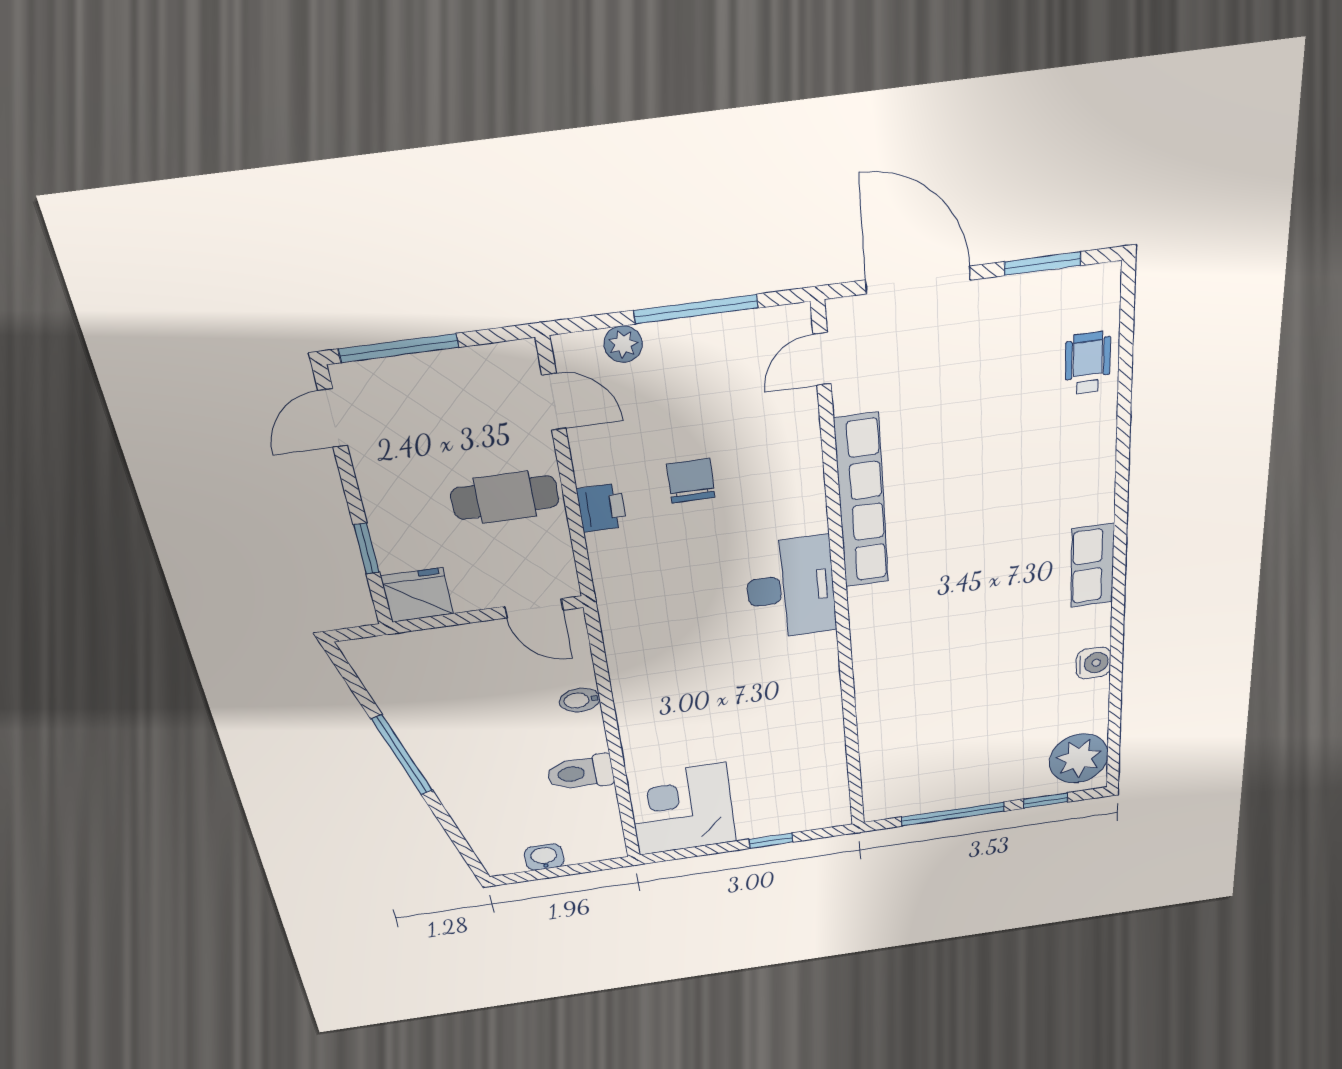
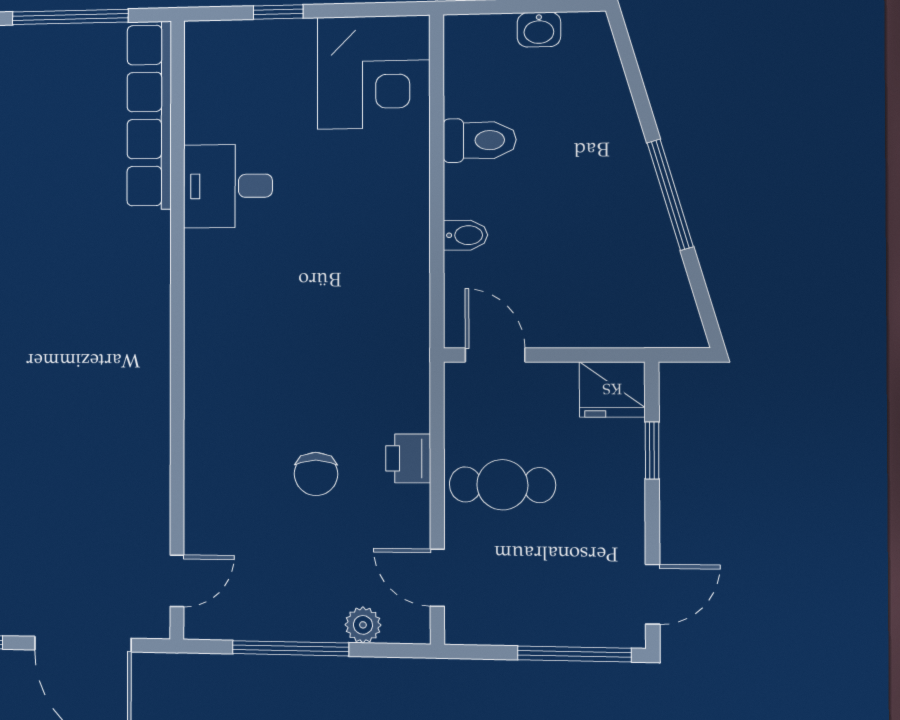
row of seats: (862, 502) -> (149, 115), moved
desk: (791, 588) -> (228, 186), moved, width x0.73

